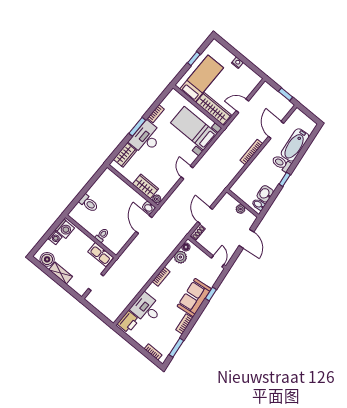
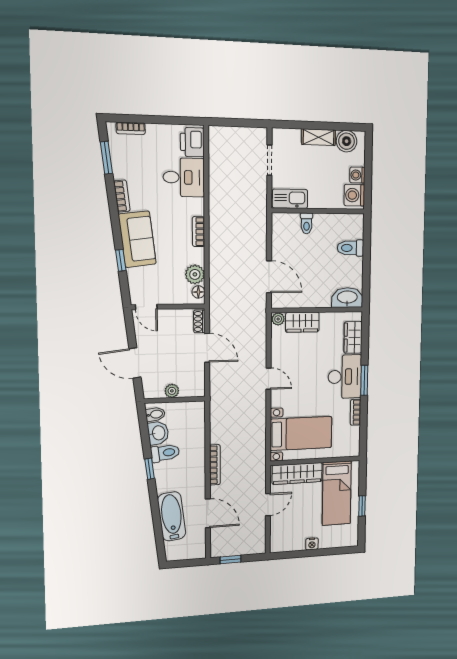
toilet: (281, 163) -> (165, 453), moved
washbasin: (149, 207) -> (347, 298), moved, width x1.91, depth x1.45

